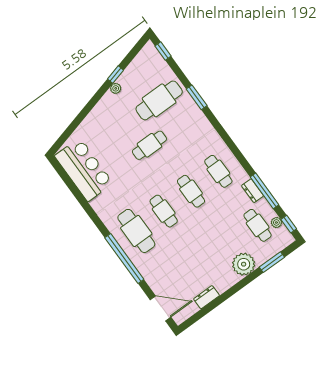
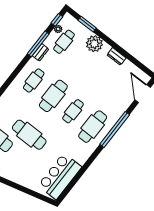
cafe table: (149, 145) -> (29, 135), width x1.37, depth x1.35
cafe table: (191, 191) -> (53, 96), width x1.37, depth x1.35
dresser: (206, 297) -> (116, 56), moved

